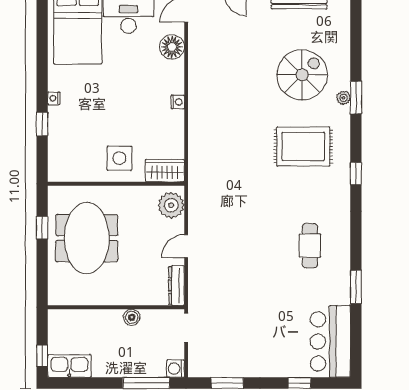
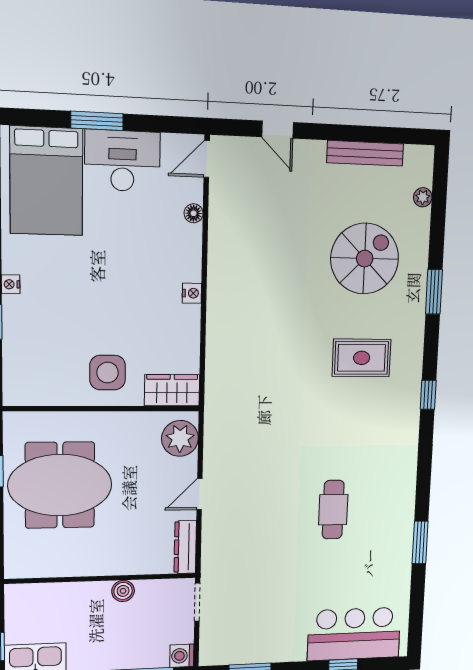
floor lamp: (172, 47) -> (194, 213), width x0.53, depth x0.53
plant: (343, 98) -> (423, 197), moved
rug: (303, 146) -> (362, 358), width x0.73, depth x0.70
meeting table: (87, 238) -> (60, 485), turned 90
cafe table: (310, 246) -> (333, 510), moved
bar counter: (330, 341) -> (354, 634), moved, turned 90

